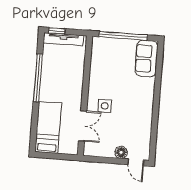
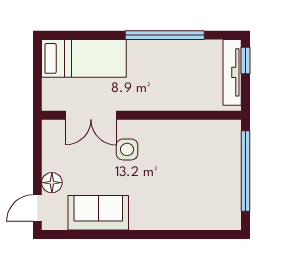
sofa: (147, 59) -> (98, 213), moved

